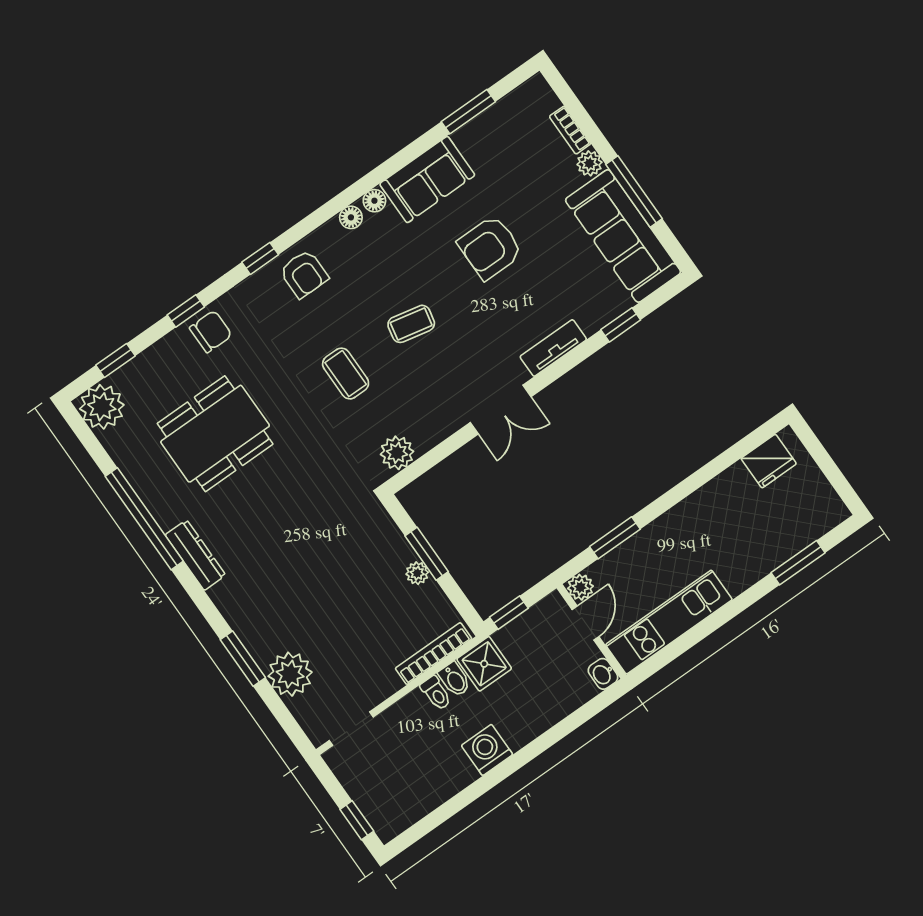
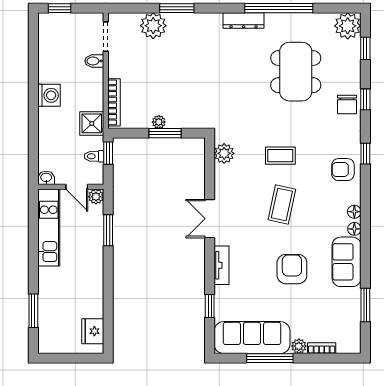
coffee table: (411, 324) -> (282, 205), width x1.36, depth x1.30
bidet: (455, 679) -> (94, 61), moved
toilet: (436, 693) -> (94, 156), moved

